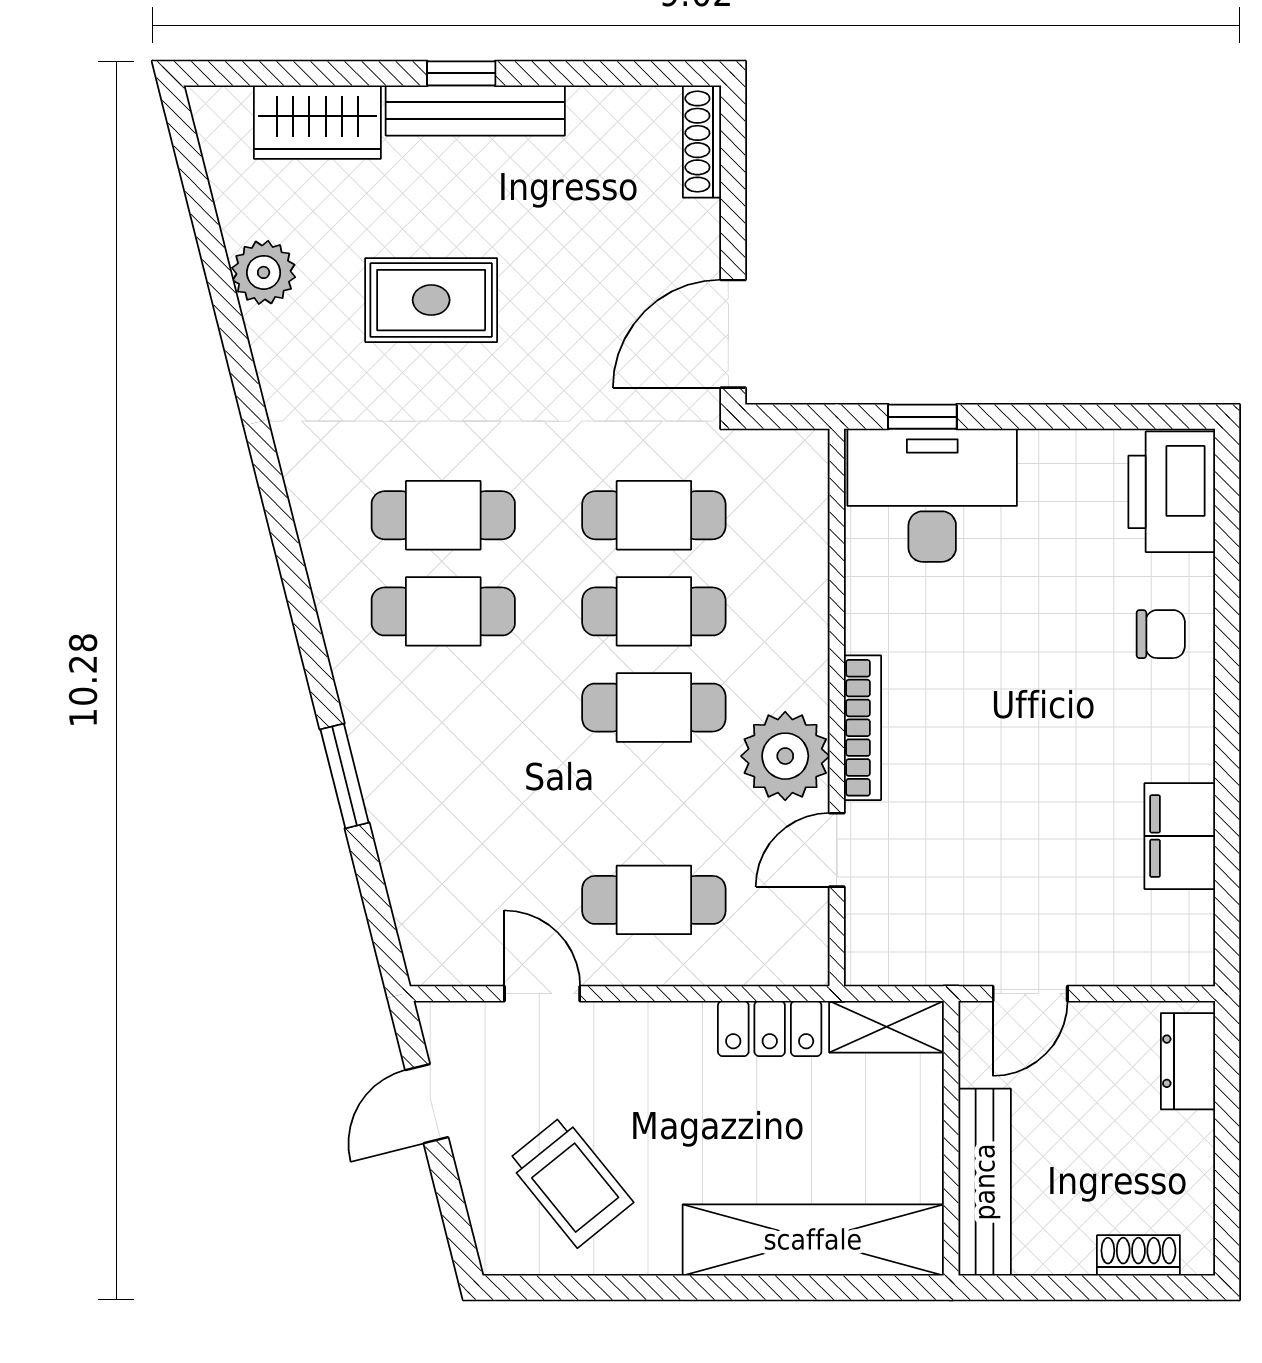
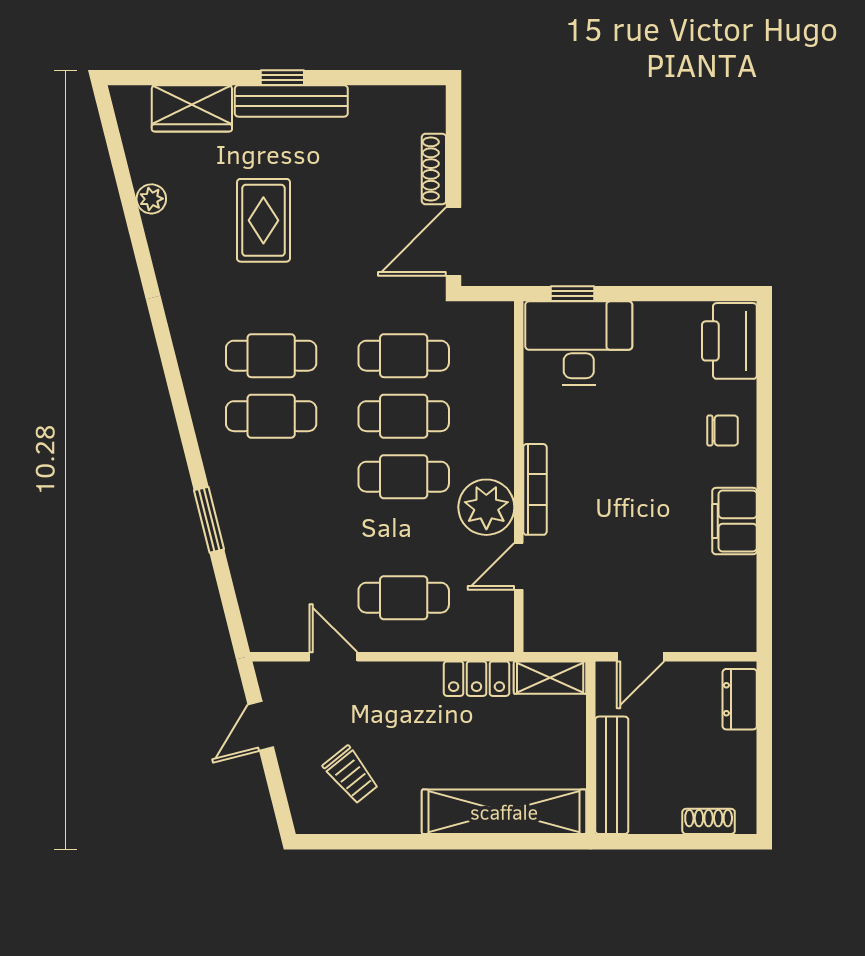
shoe rack: (702, 142) -> (434, 169), moved
plant: (264, 272) -> (151, 199), width x0.73, depth x0.73
rug: (431, 300) -> (263, 220), turned 90
filing cabinet: (1180, 836) -> (735, 521), moved
trolley: (570, 1182) -> (351, 775), width x0.73, depth x0.72

